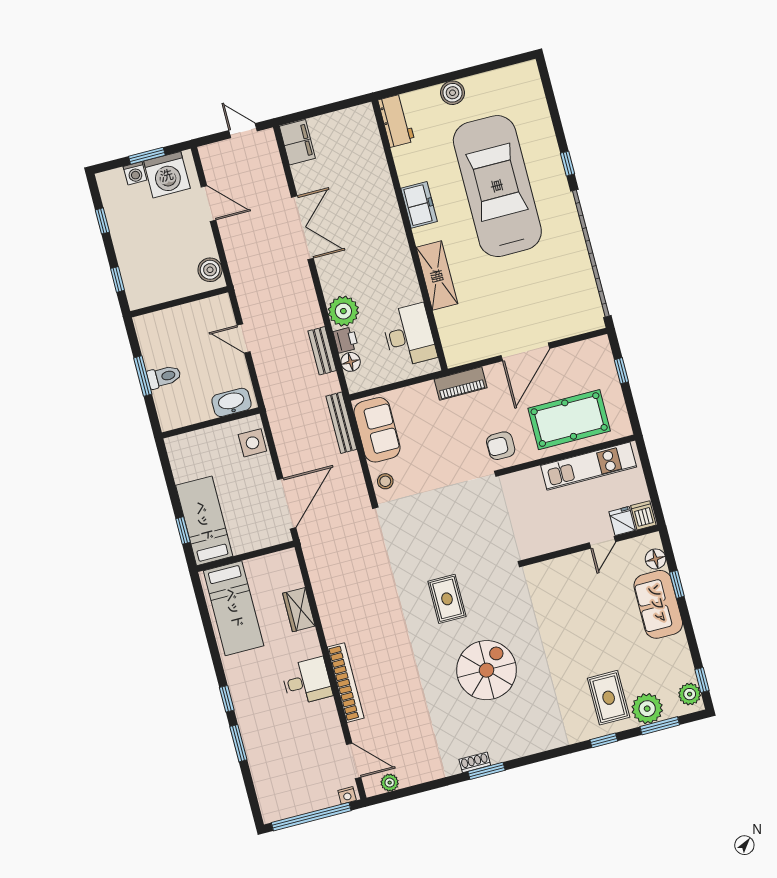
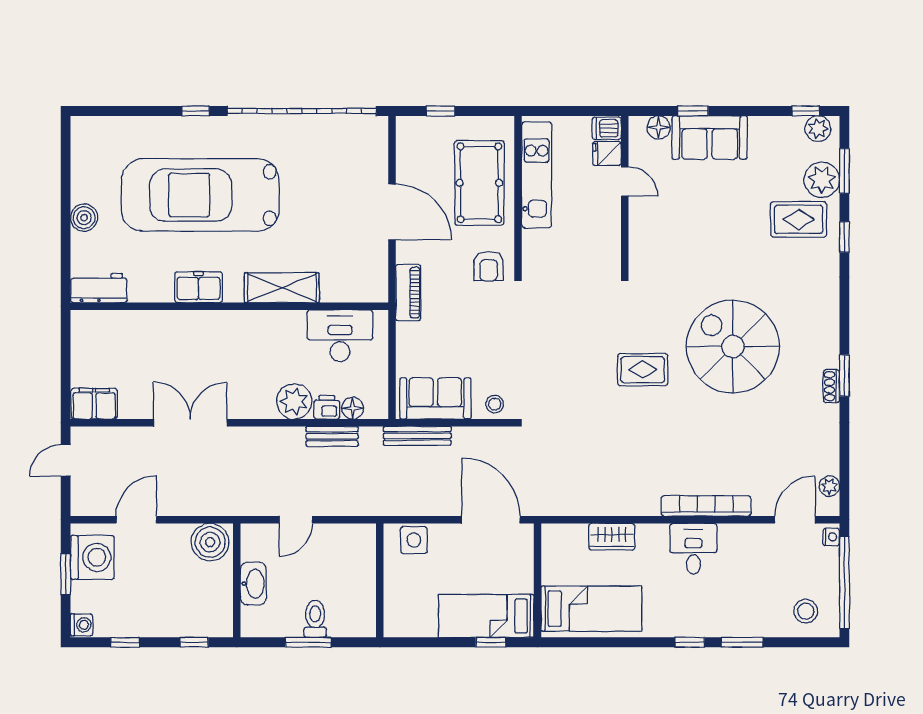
washing machine: (135, 173) -> (82, 625), moved
boiler: (210, 270) -> (210, 542), width x1.37, depth x1.37
washbasin: (231, 402) -> (253, 584), moved, turned 180
spiral stairs: (487, 670) -> (733, 347), width x1.37, depth x1.37
stool: (279, 790) -> (806, 611), added

